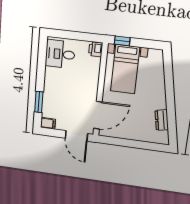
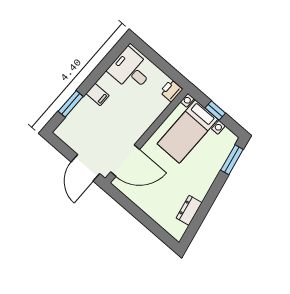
window: (122, 41) -> (215, 111), moved
window: (168, 68) -> (232, 160), added
filing cabinet: (48, 123) -> (98, 95), moved

